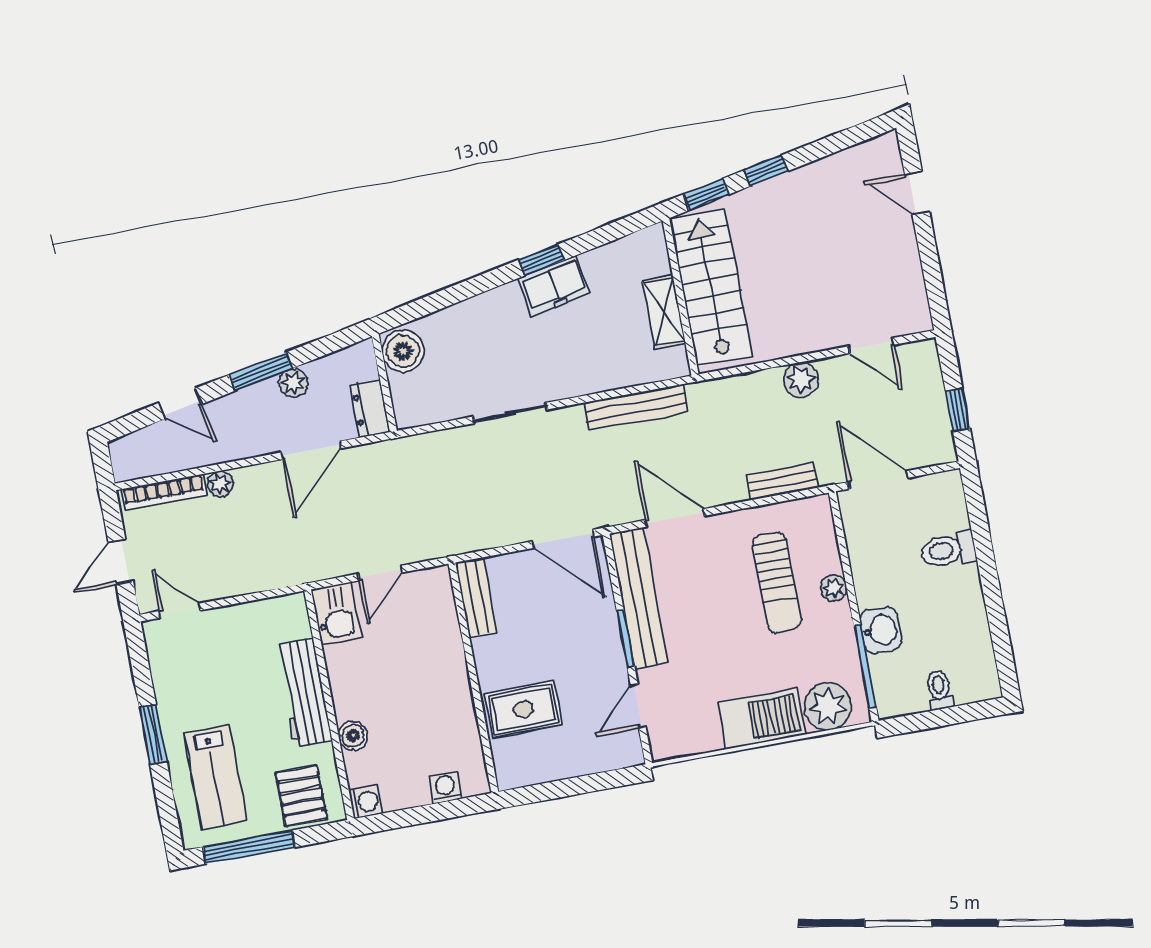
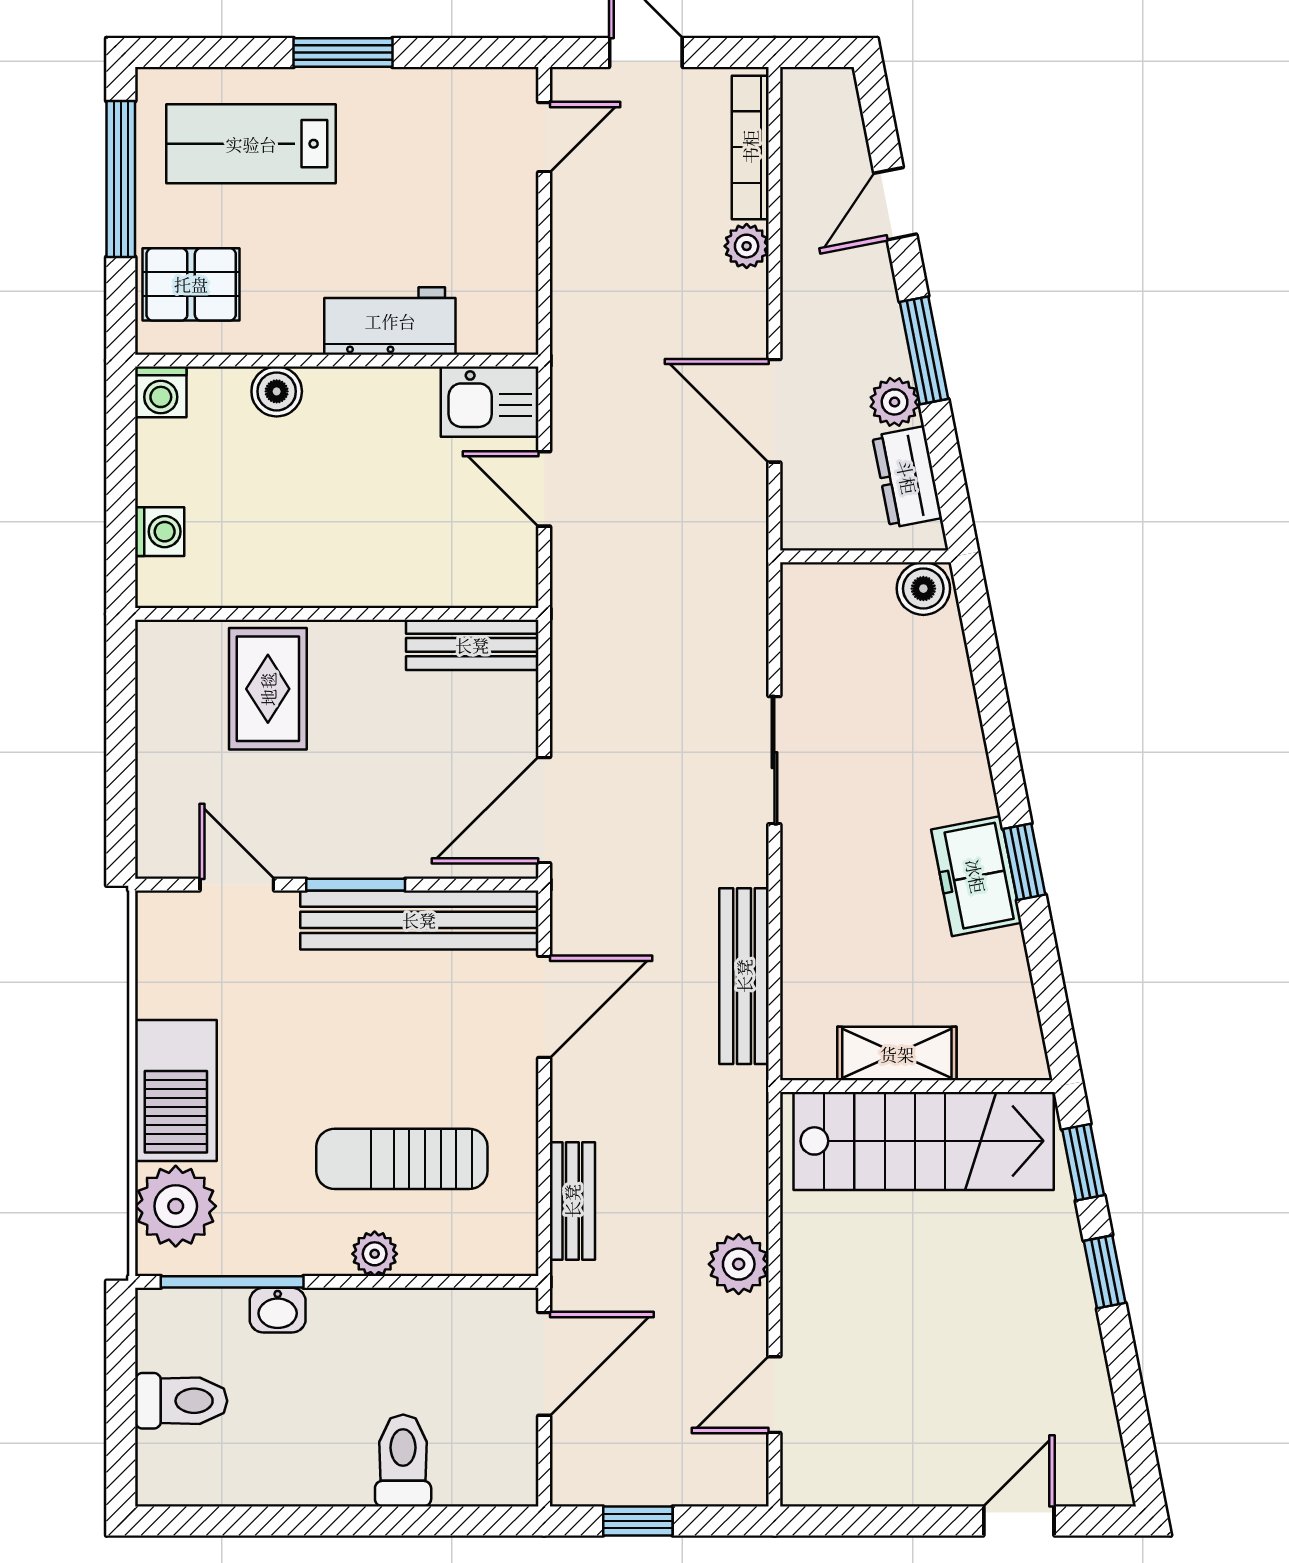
boiler: (403, 351) -> (923, 589), width x0.73, depth x0.73
dresser: (370, 408) -> (907, 477), moved, turned -101
washbasin: (881, 630) -> (278, 1310), width x0.72, depth x0.69
toilet: (939, 690) -> (181, 1401), width x1.37, depth x1.39
workbench: (304, 693) -> (390, 321), width x0.73

